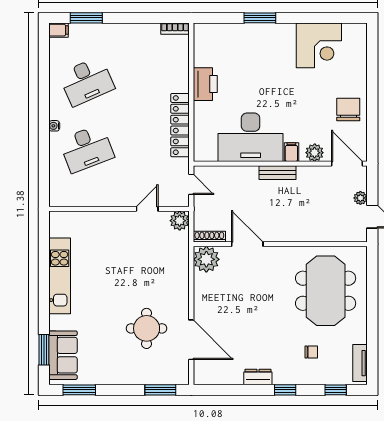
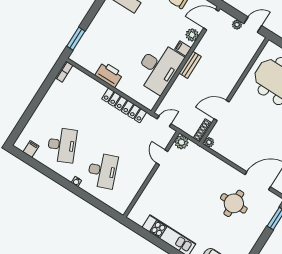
window: (86, 18) -> (24, 121), removed
window: (260, 18) -> (76, 39), moved
filing cabinet: (59, 30) -> (31, 149), moved
plant: (206, 259) -> (209, 142), width x0.53, depth x0.53

